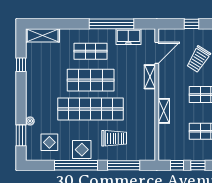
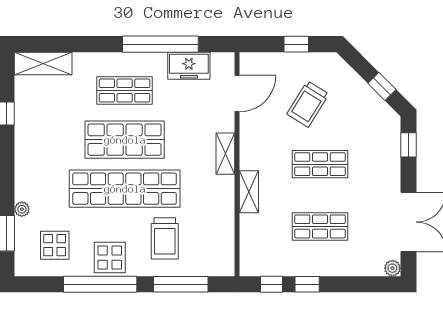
shelving: (150, 77) -> (225, 154), moved
trolley: (114, 138) -> (165, 238), turned 90

